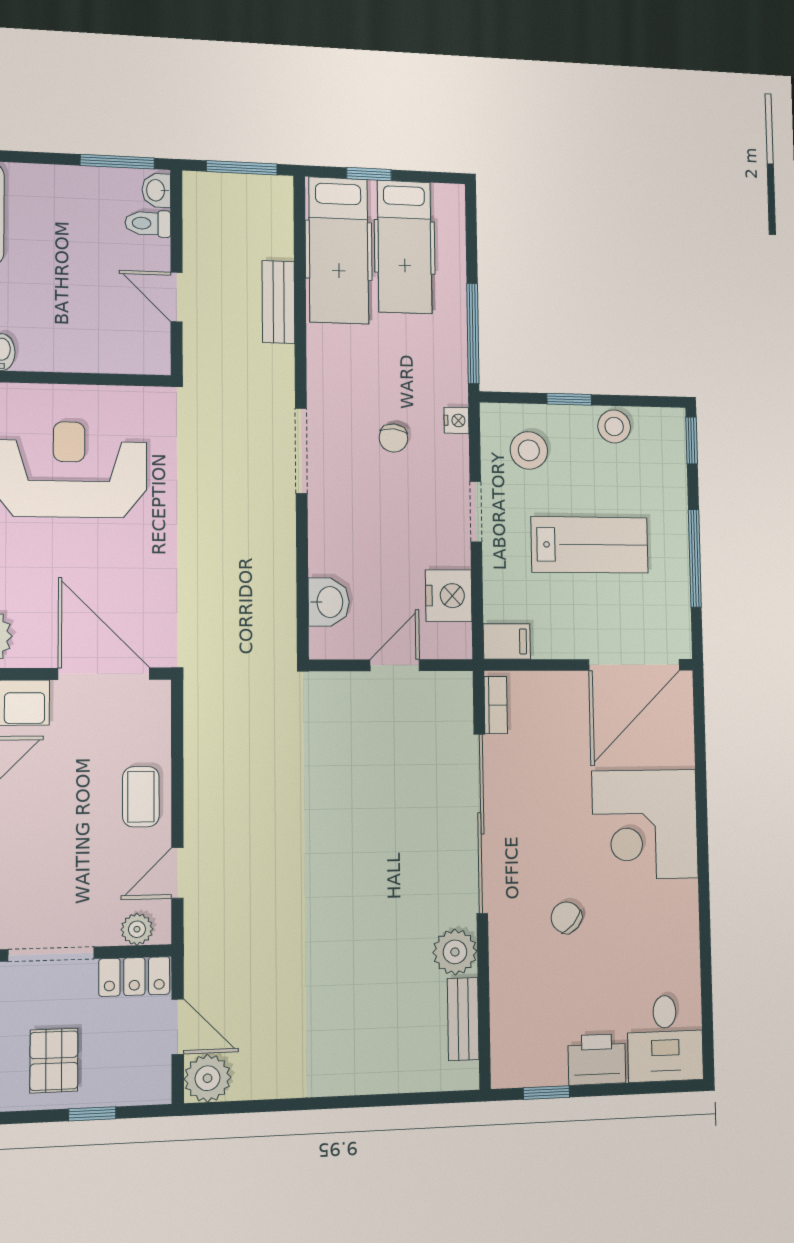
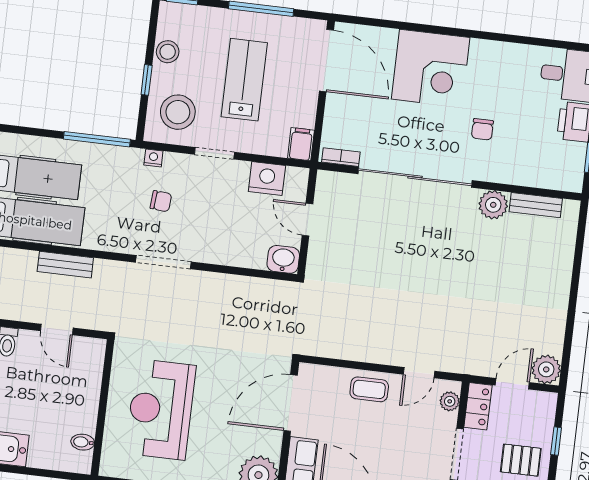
door: (177, 297) -> (57, 329), hinge flipped
stool: (529, 450) -> (178, 112), width x1.38, depth x1.38
washbasin: (329, 602) -> (283, 259), moved
door: (177, 873) -> (419, 373), hinge flipped
chair: (566, 917) -> (482, 129), turned -42

